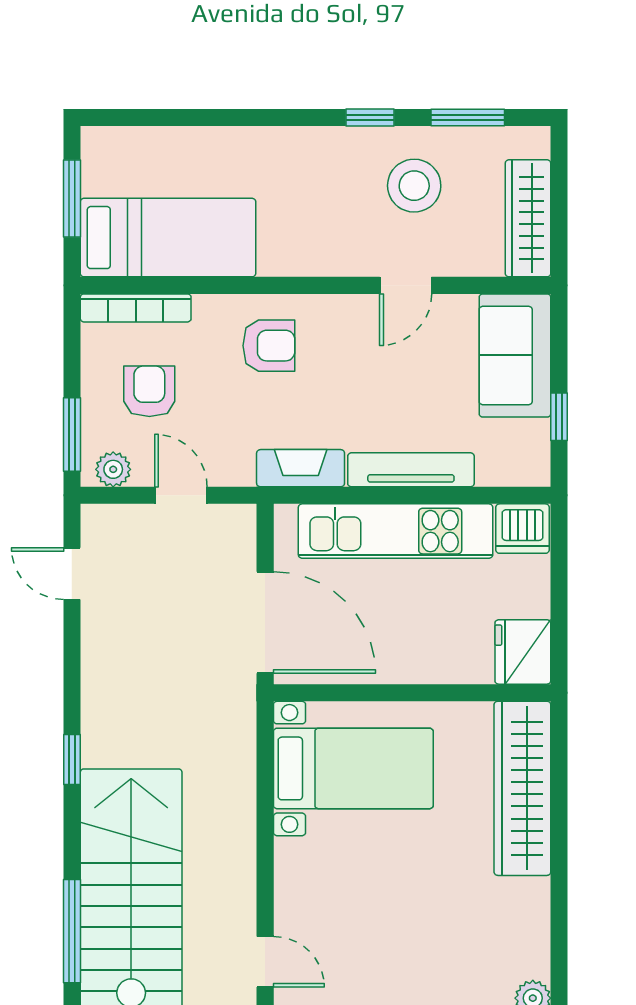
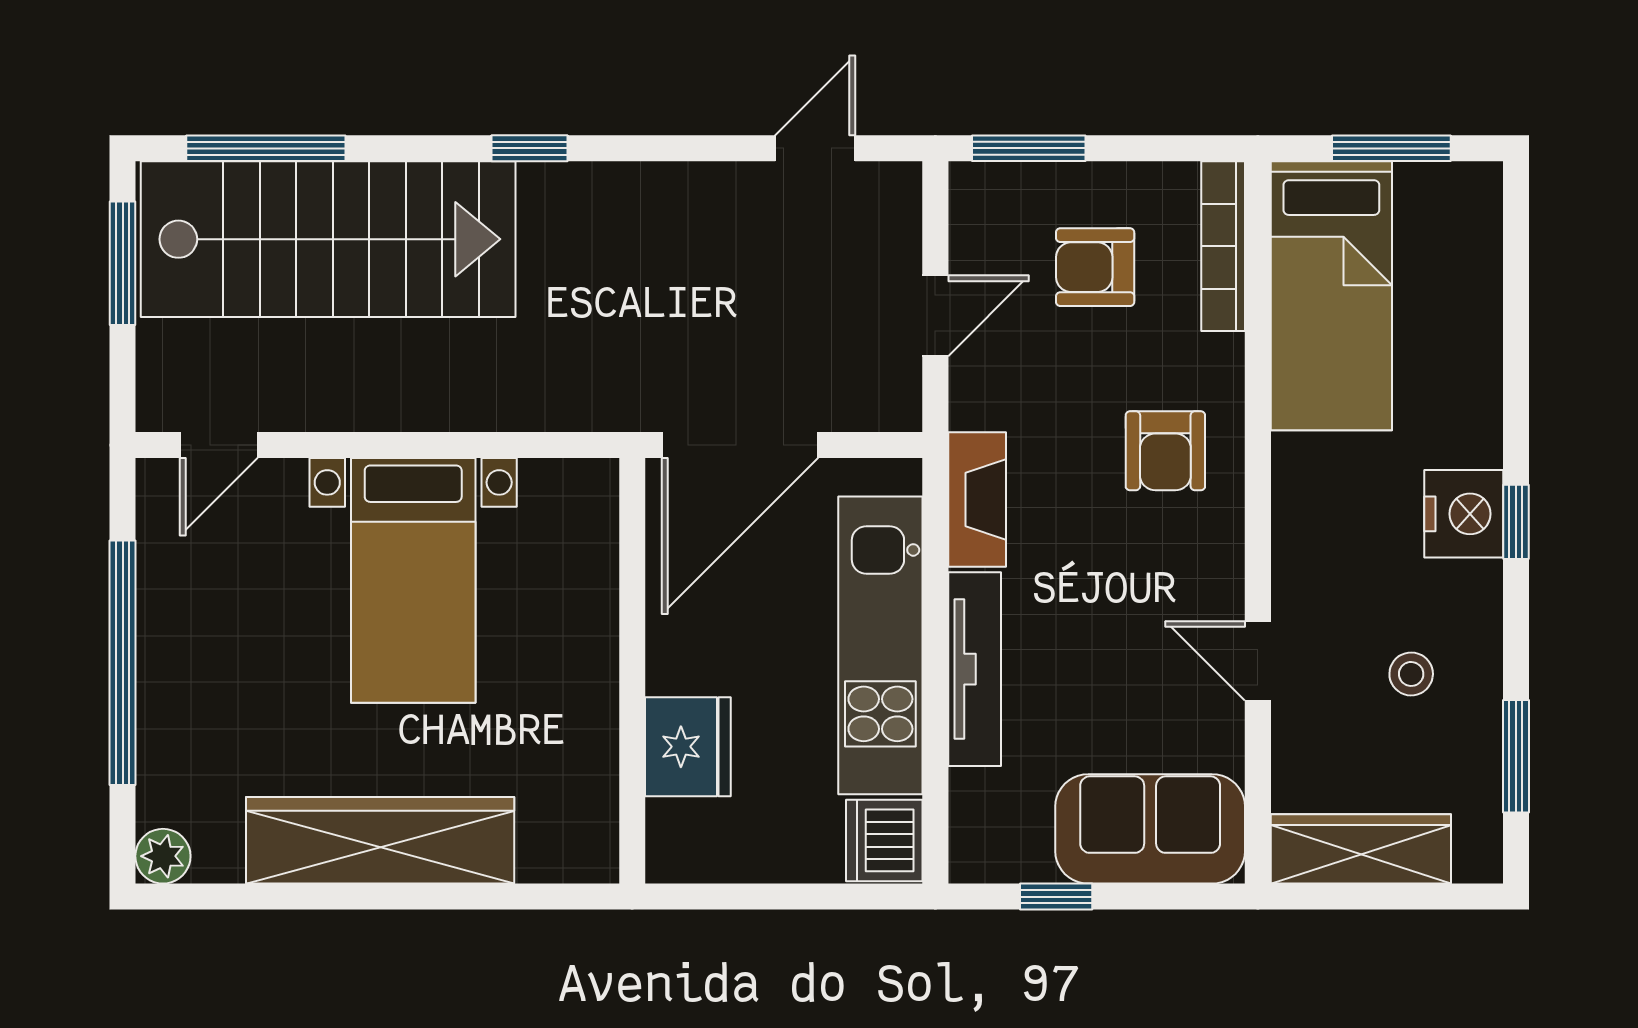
window: (370, 117) -> (1516, 522), moved
nightstand: (310, 151) -> (1464, 514), added
stool: (414, 186) -> (1411, 674), width x0.53, depth x0.53
armchair: (149, 391) -> (1095, 267), turned 180
plant: (113, 469) -> (975, 212), removed
fridge: (523, 652) -> (688, 747), moved, turned 90
bed with nightstands: (353, 768) -> (413, 580), moved
wardrobe: (522, 788) -> (380, 840), moved

